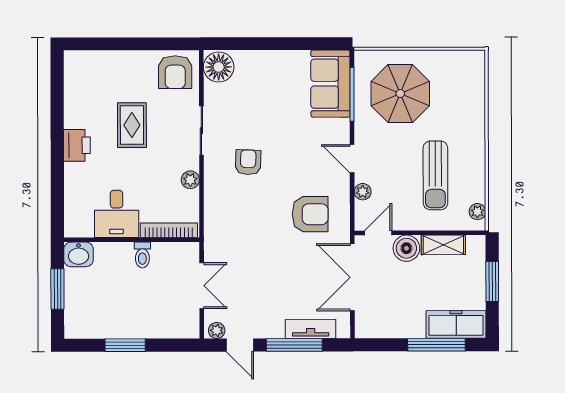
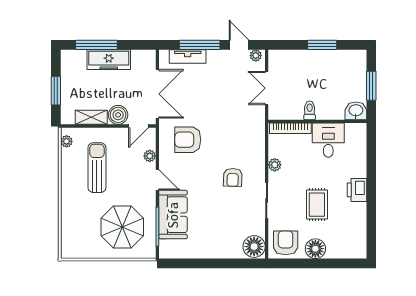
floor lamp: (134, 64) -> (315, 249), added
sofa: (330, 84) -> (173, 215), moved
freezer: (456, 324) -> (109, 60), moved

